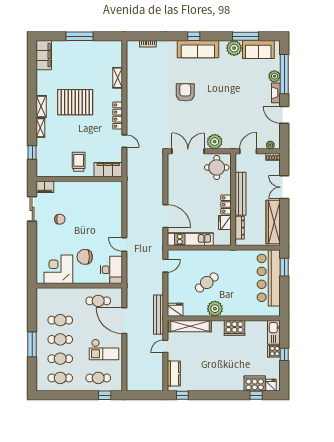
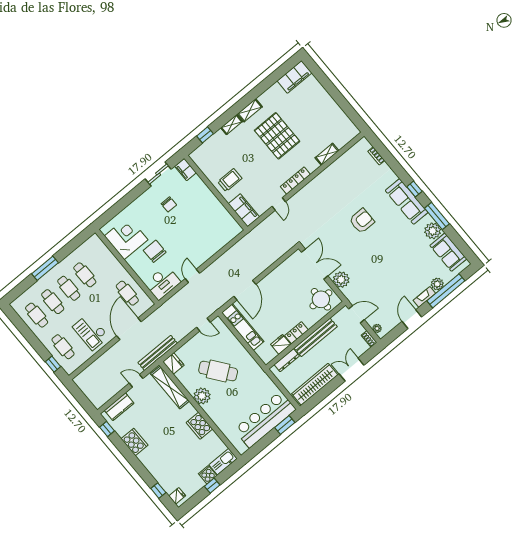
window: (80, 36) -> (335, 94), removed
window: (245, 36) -> (437, 216), moved
cafe table: (207, 282) -> (218, 371), width x1.37, depth x1.35
cooker: (255, 384) -> (134, 442), moved

